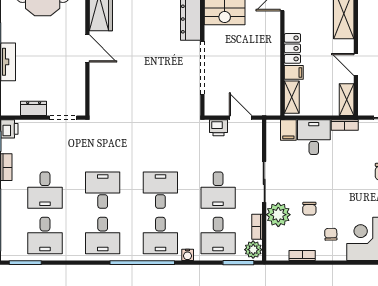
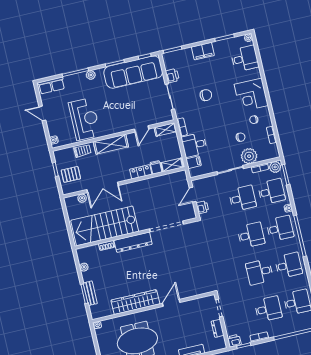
desk: (160, 190) -> (251, 235), turned 180

